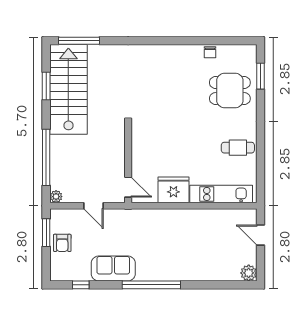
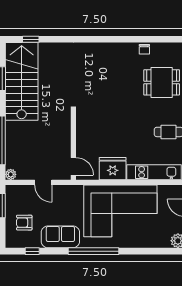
window: (79, 41) -> (31, 39), width x0.46
corner sofa: (182, 239) -> (120, 211), added
armchair: (62, 243) -> (24, 223), moved, turned 90

